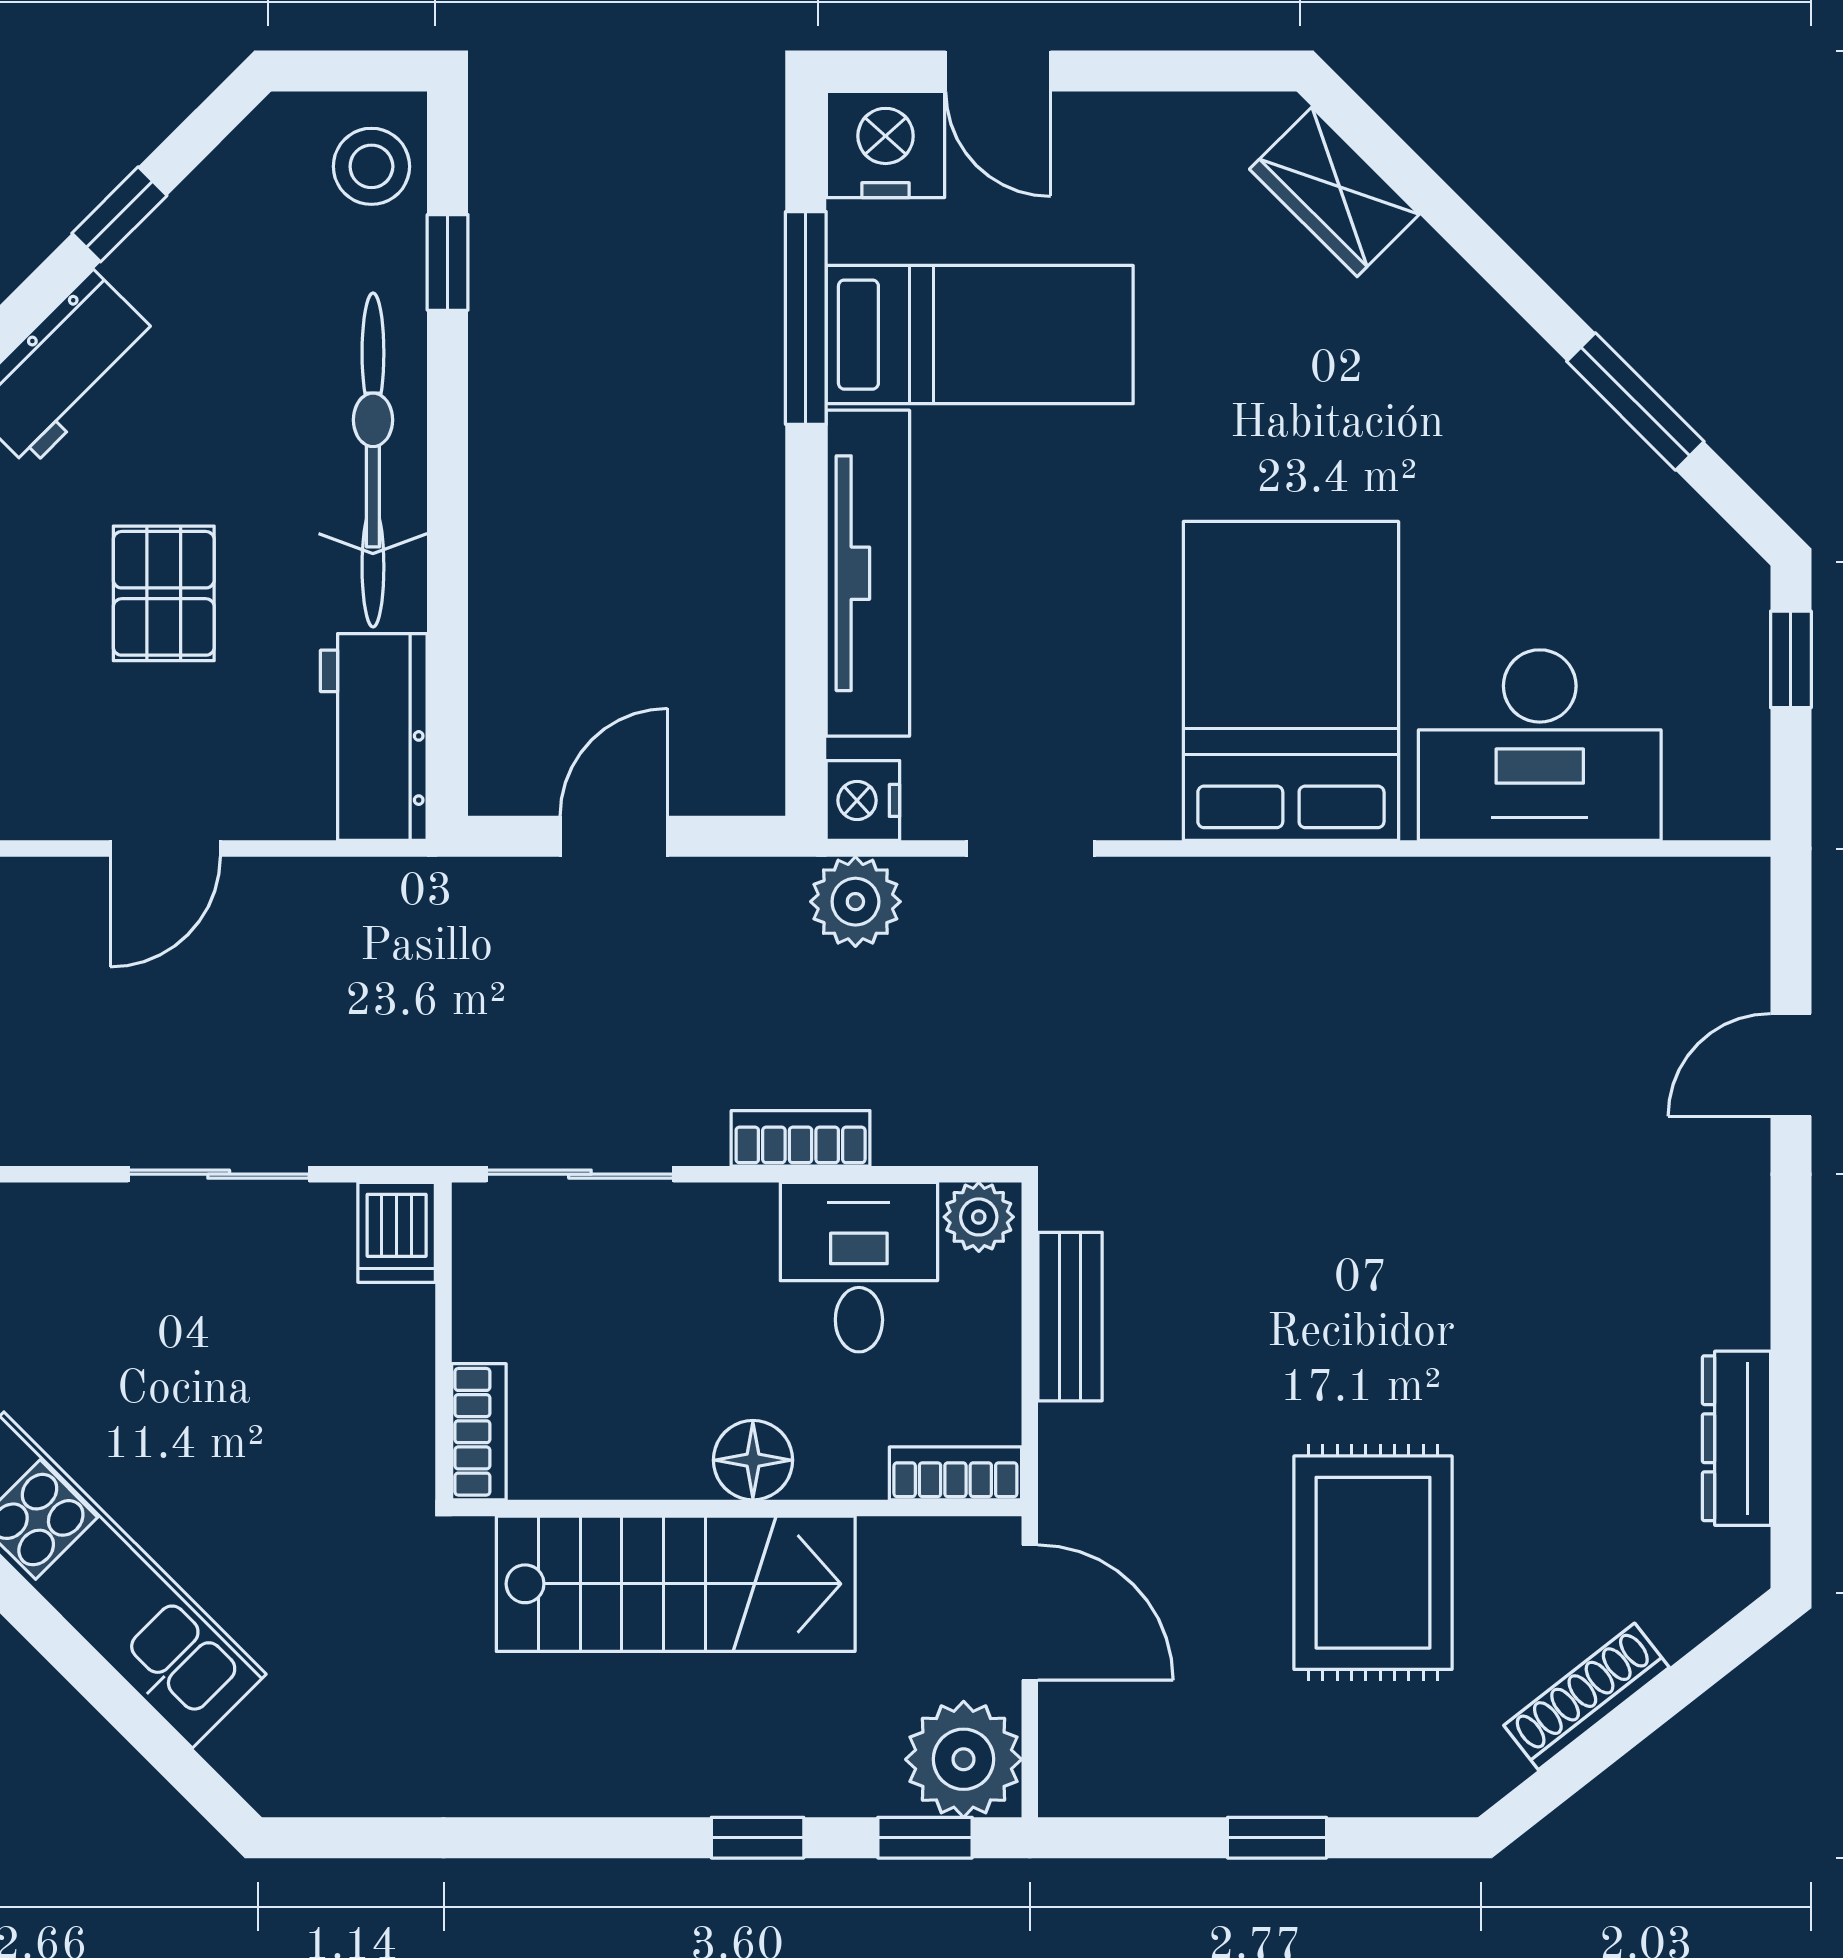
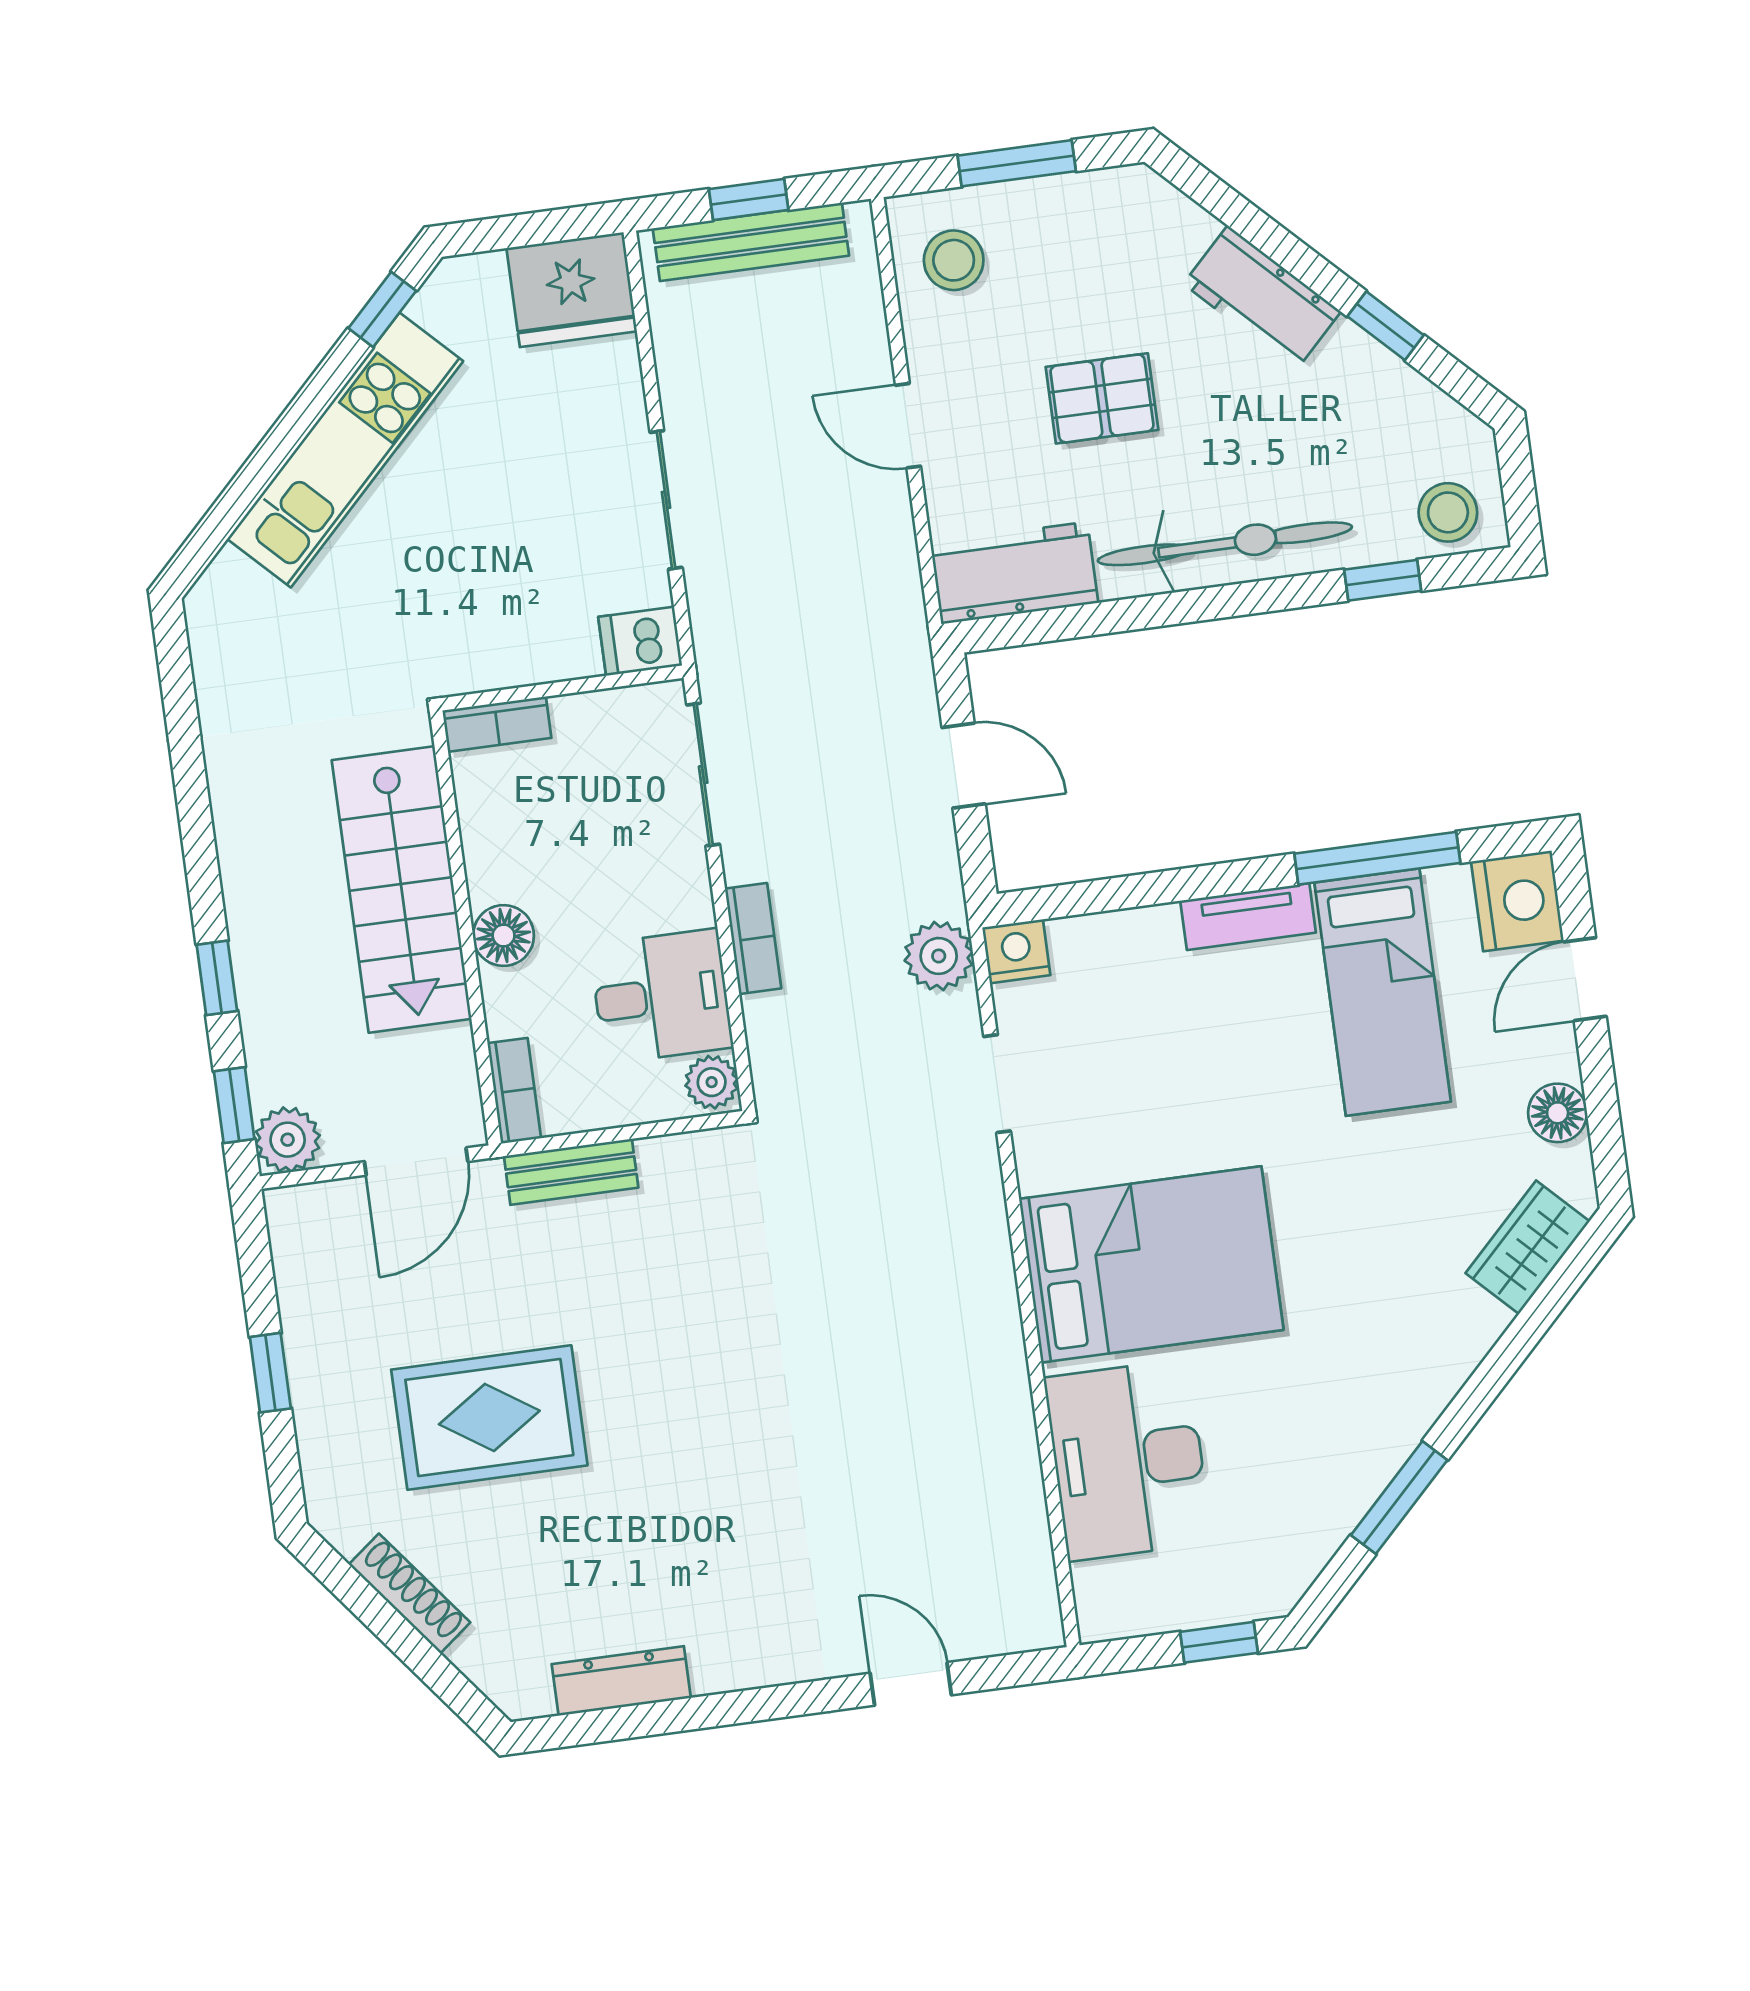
floor lamp: (1166, 130) -> (1558, 1113), added
tv unit: (868, 573) -> (1248, 917), width x0.52, depth x0.78
bench: (1070, 1317) -> (571, 1172), moved
plant: (964, 1759) -> (288, 1140), width x0.73, depth x0.73

